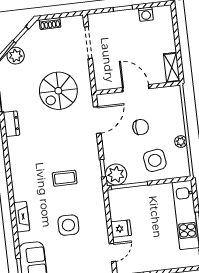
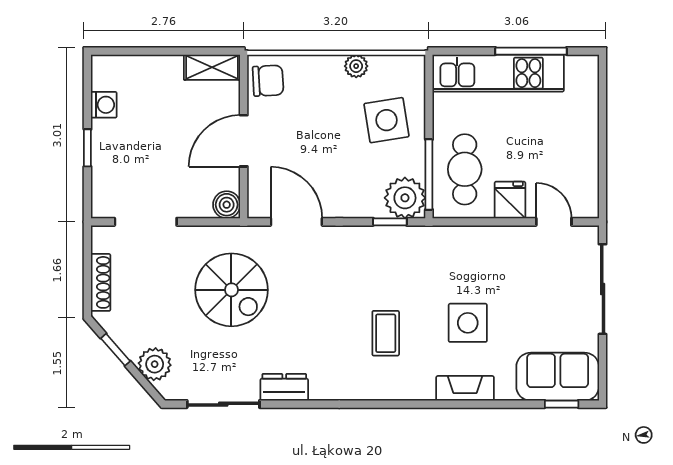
shoe rack: (50, 24) -> (101, 282), width x1.43
boiler: (102, 83) -> (227, 205), added
chair: (141, 127) -> (268, 81), moved, turned 87
coffee table: (65, 178) -> (386, 333), moved
cafe table: (134, 204) -> (465, 169), added
side table: (68, 225) -> (468, 323), moved

